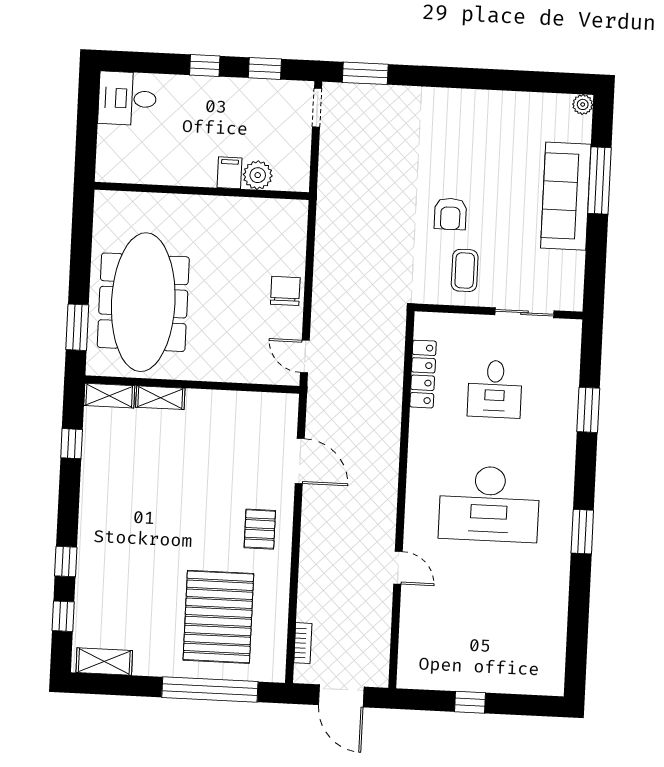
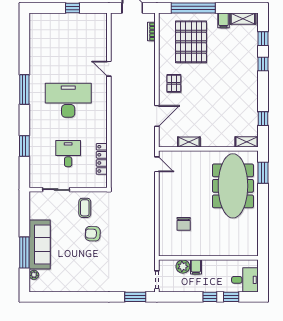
window: (265, 68) -> (231, 297), moved
plant: (583, 104) -> (34, 275), moved
filing cabinet: (229, 173) -> (196, 267), moved
plant: (258, 175) -> (183, 266), moved
wall: (202, 191) -> (208, 258), moved
armchair: (450, 214) -> (93, 234), turned -87
chair: (285, 291) -> (184, 224), moved
shelving: (160, 398) -> (189, 142), moved
door: (300, 461) -> (157, 116), swing flipped
window: (582, 532) -> (24, 90), width x1.44
filing cabinet: (146, 660) -> (223, 20), added

